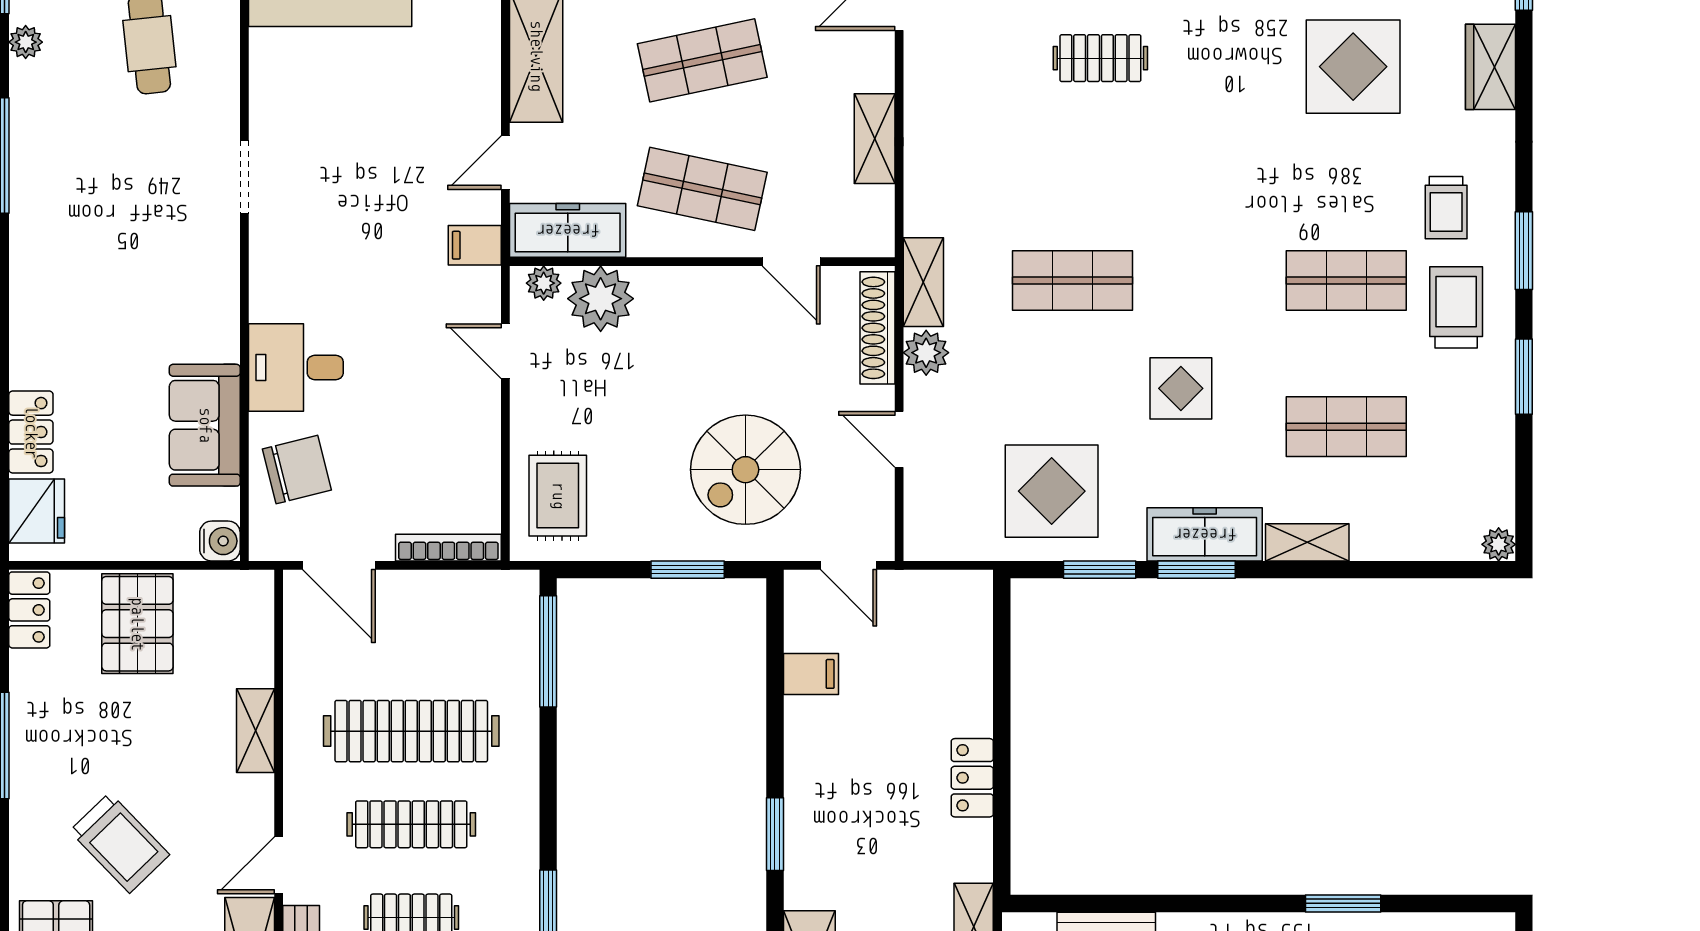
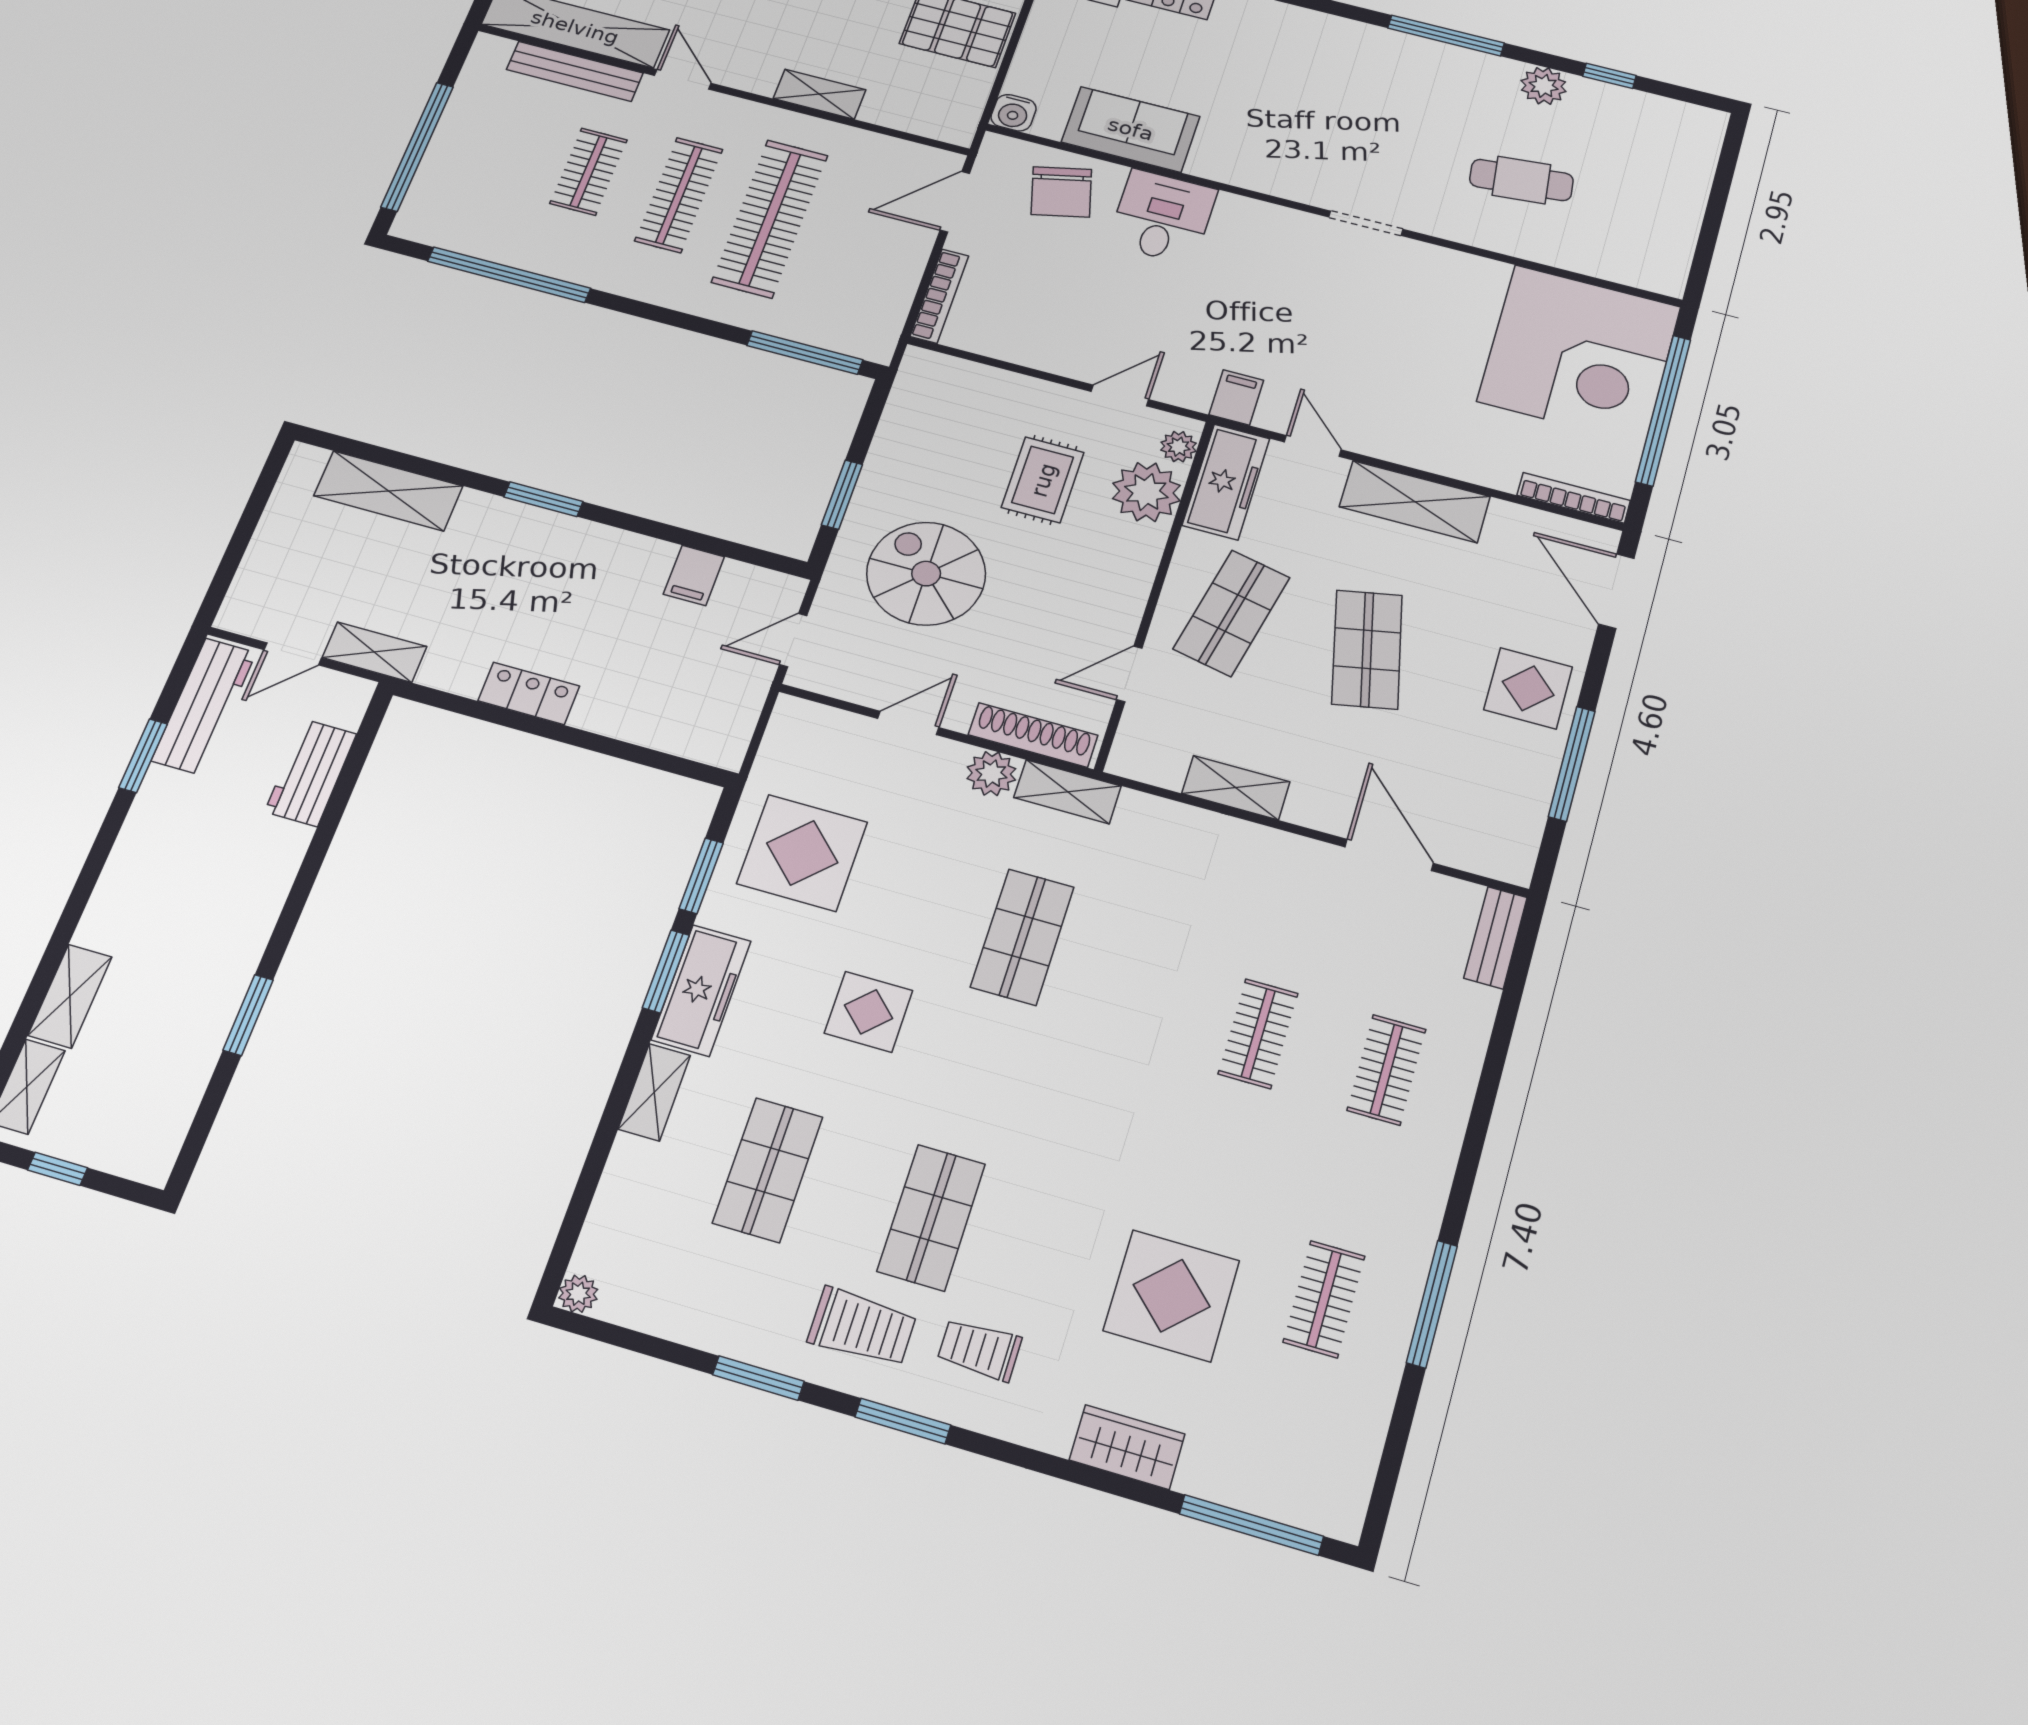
plant: (26, 42) -> (1544, 86), width x1.38, depth x1.38
rug: (558, 496) -> (1043, 480), moved, turned 90

